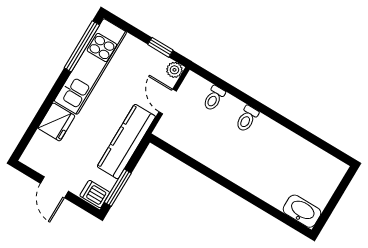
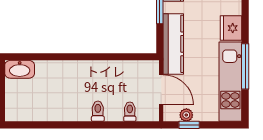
window: (82, 46) -> (245, 66), moved
plant: (174, 70) -> (186, 115), moved
door: (168, 101) -> (161, 90), width x1.38

